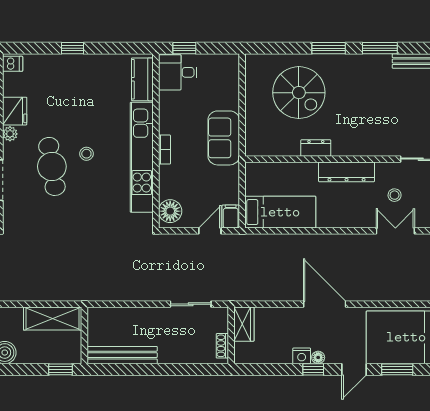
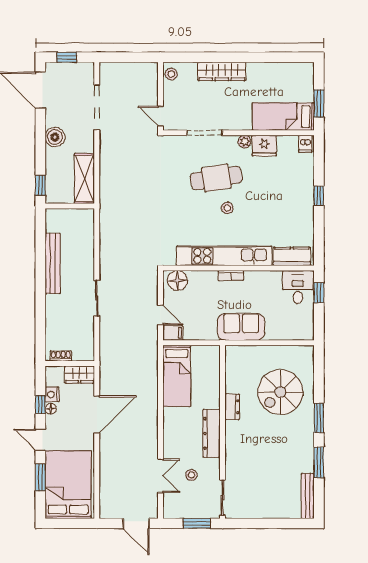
wardrobe: (244, 324) -> (80, 375), moved
wall: (231, 335) -> (70, 364), moved
shoe rack: (222, 346) -> (61, 356), moved
bench: (122, 355) -> (53, 263), moved

